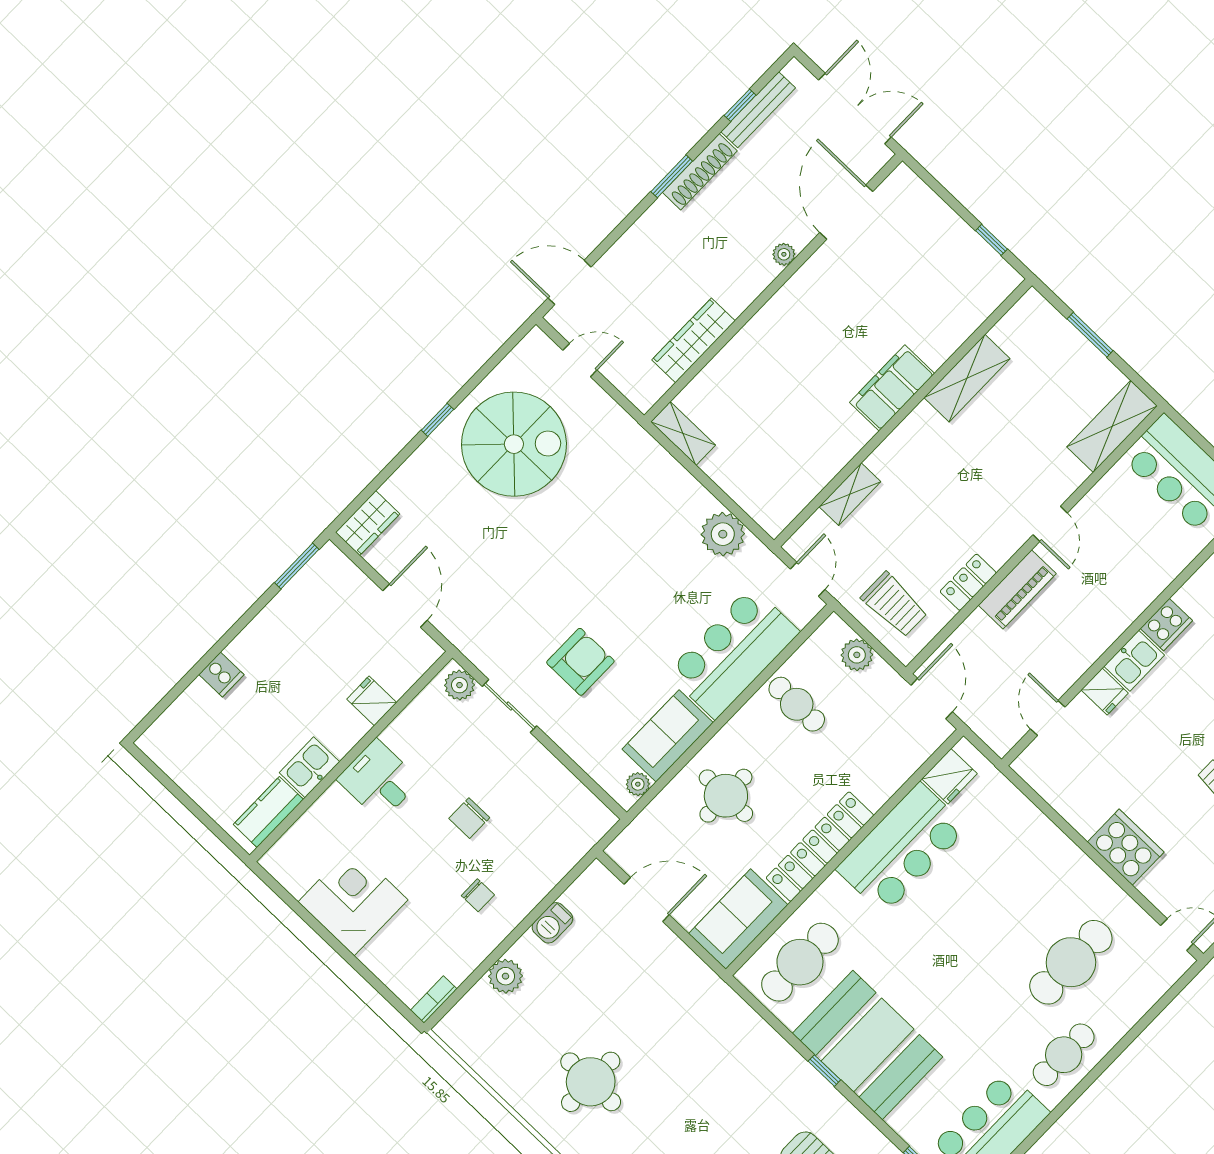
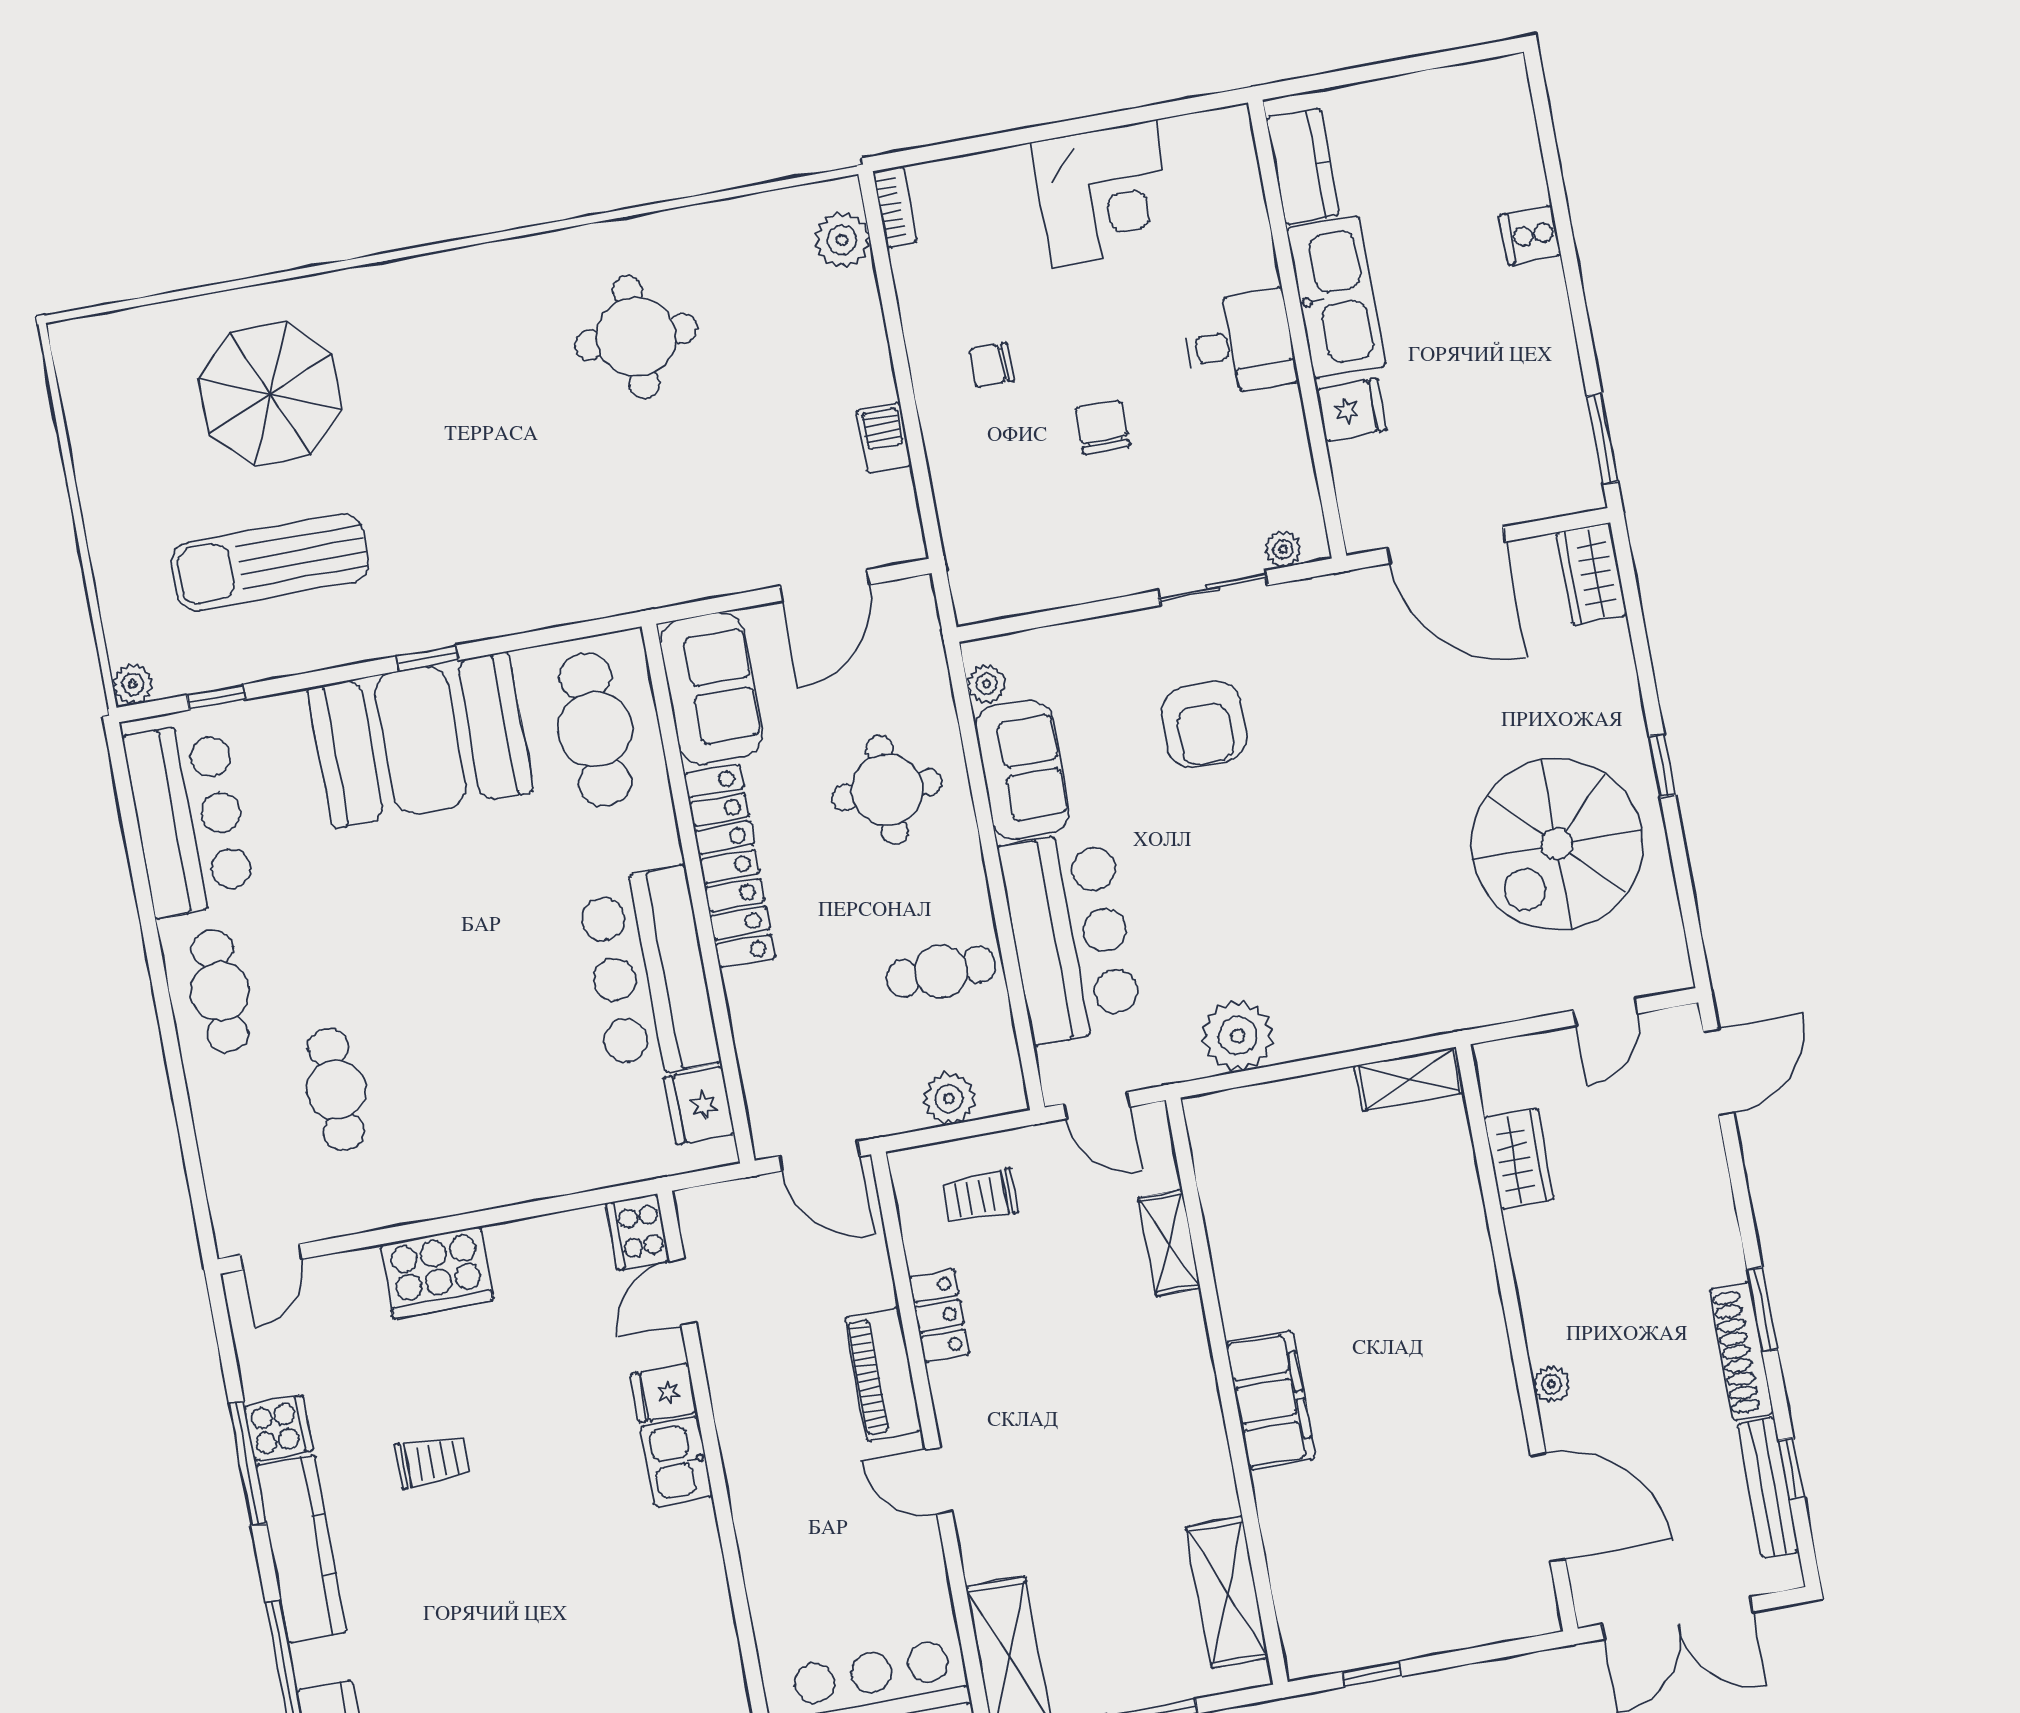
wardrobe: (694, 340) -> (1519, 1159), width x0.67
shelving: (967, 378) -> (1227, 1592), moved
trolley: (894, 605) -> (980, 1196), width x0.73, depth x0.72
door: (405, 606) -> (1446, 545), width x1.36
cooker: (1166, 624) -> (637, 1232), moved
plant: (459, 685) -> (1283, 549), width x0.73, depth x0.73
door: (1048, 718) -> (683, 1292), swing flipped
kitchen sink: (309, 767) -> (1336, 297), width x1.88, depth x1.24
cafe table: (1071, 962) -> (336, 1090), width x0.73, depth x0.74
plant: (506, 976) -> (842, 240), moved

